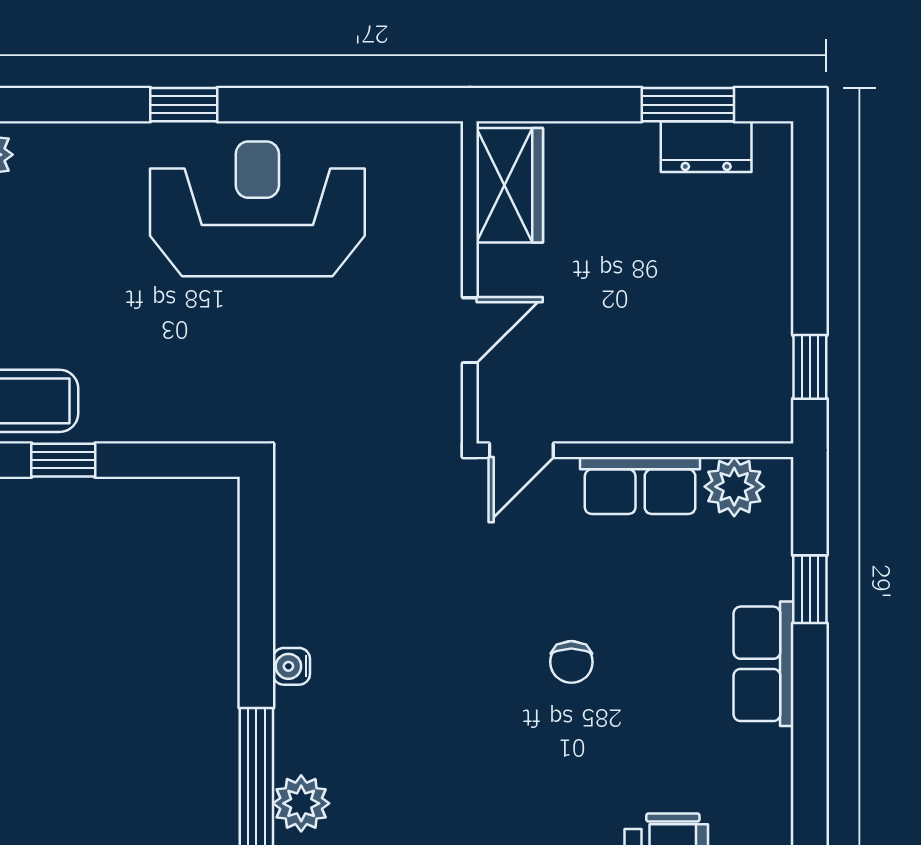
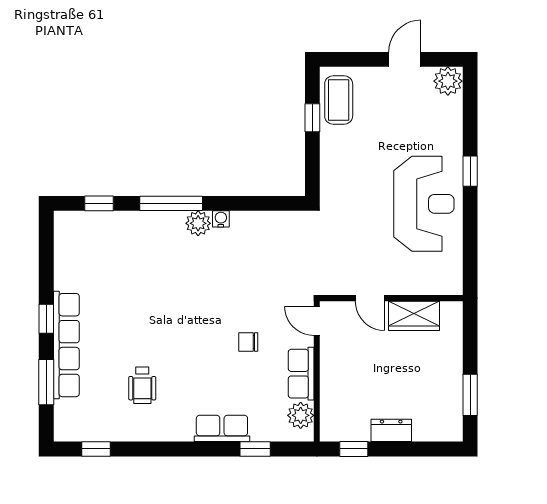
dresser: (706, 147) -> (391, 430), moved, turned 90
wardrobe: (510, 185) -> (414, 316), moved
chair: (571, 662) -> (248, 342), moved
plant: (301, 803) -> (198, 223), moved

